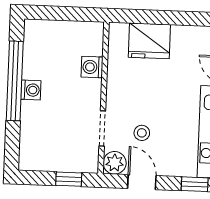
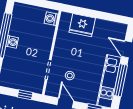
washing machine: (92, 67) -> (51, 19), moved
plant: (115, 163) -> (52, 90), removed

